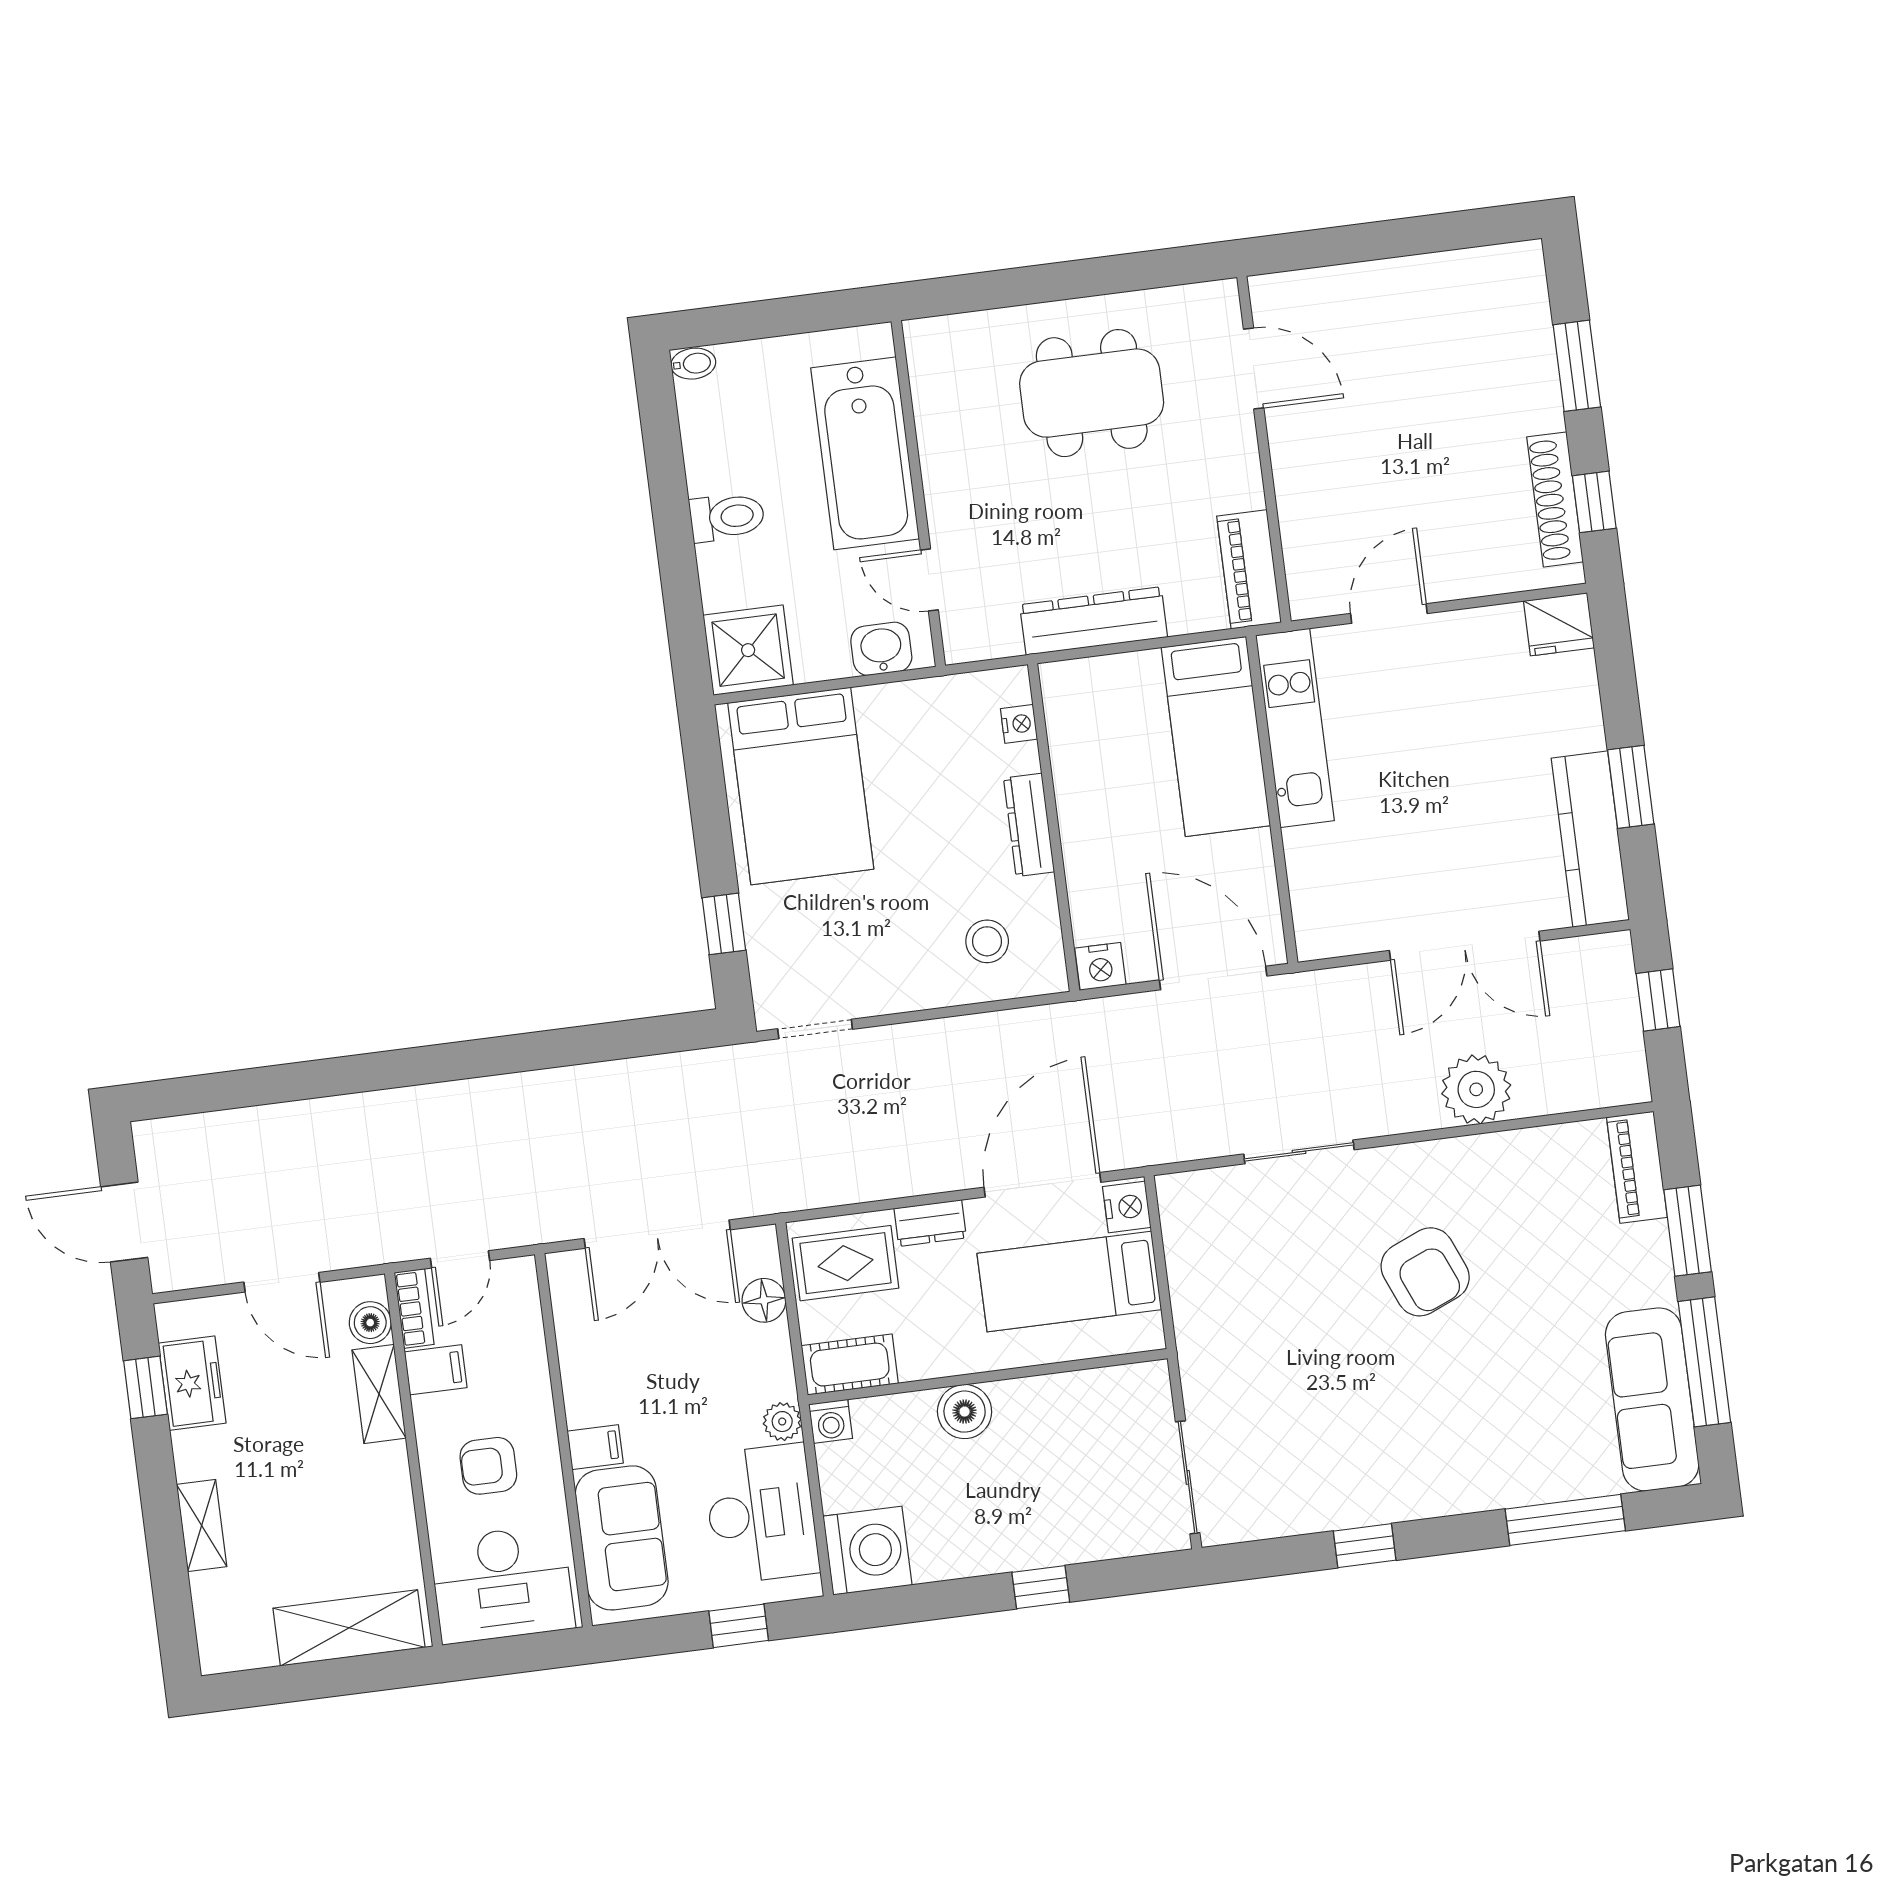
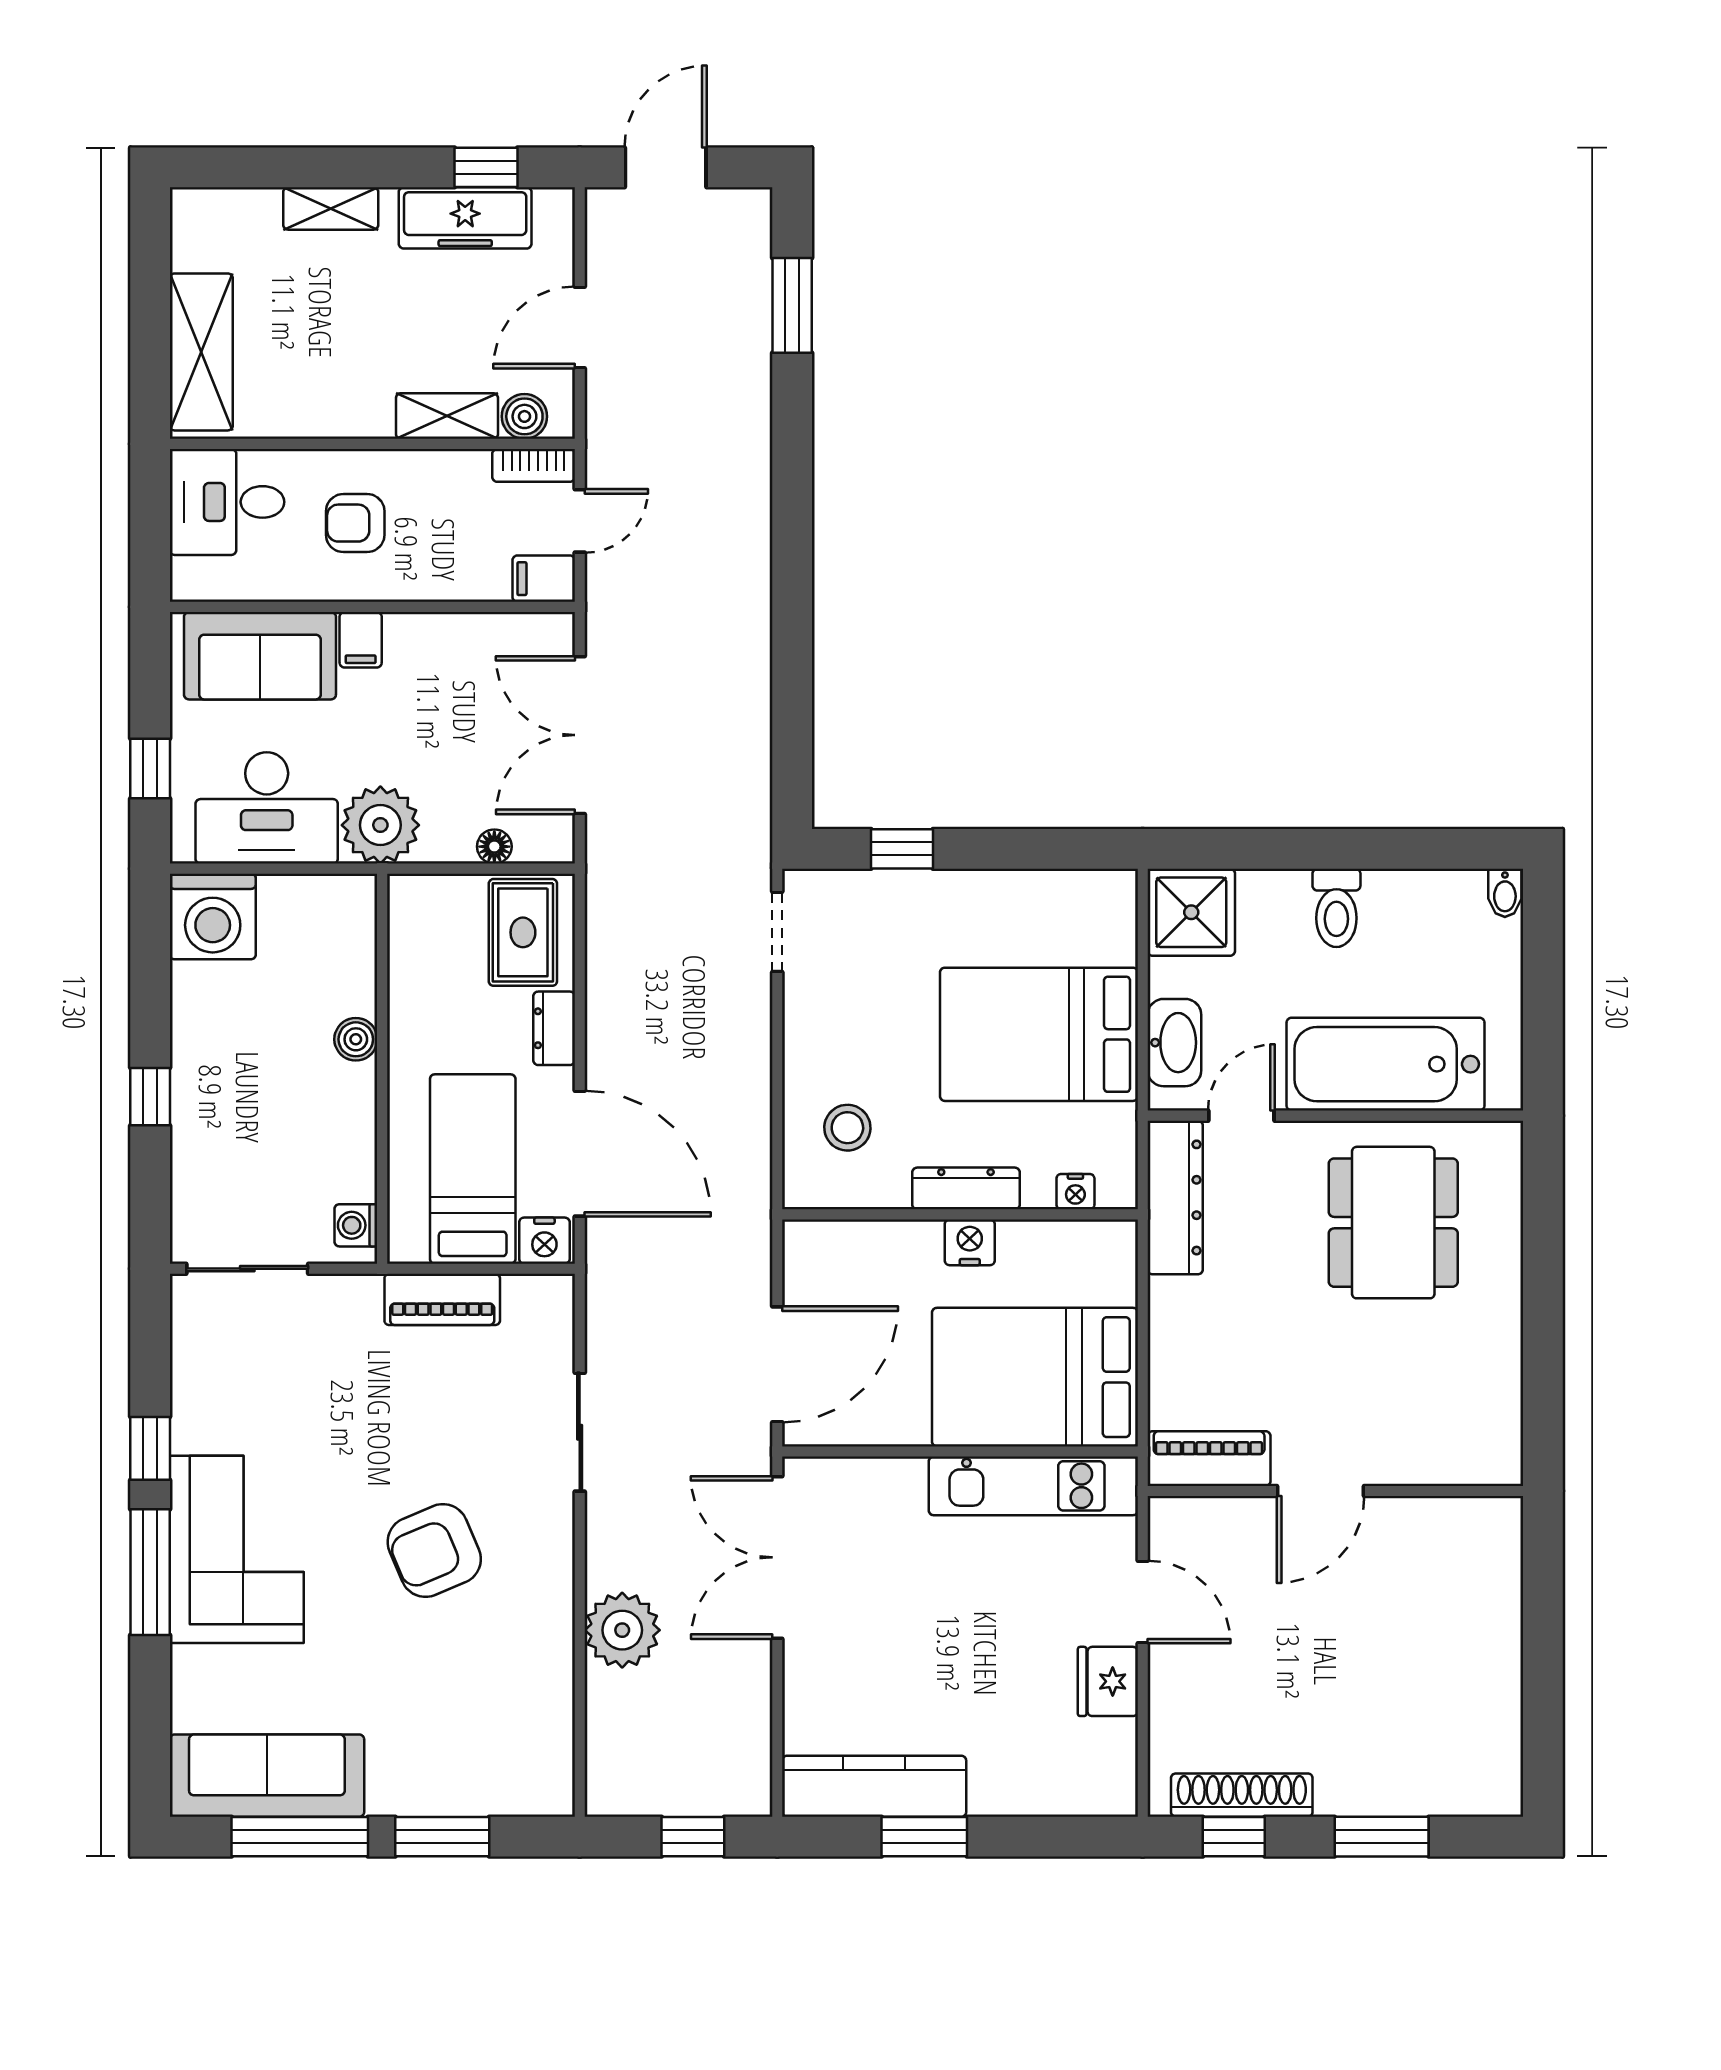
door: (1254, 368) -> (1321, 1491), moved
dining table: (1092, 393) -> (1393, 1223), moved
dresser: (1094, 621) -> (1175, 1197), moved
fridge: (1559, 624) -> (1108, 1681), moved
washbasin: (881, 649) -> (1174, 1043), width x1.38
bed: (1216, 736) -> (1035, 1377), width x1.50
bed: (801, 786) -> (1039, 1034), moved
double door: (1465, 946) -> (777, 1557), moved
nightstand: (1100, 966) -> (970, 1242), moved, turned 90
window: (236, 1089) -> (792, 305), added
piano: (1637, 1167) -> (442, 1299), moved, turned 180
door: (460, 1259) -> (580, 521), swing flipped
floor lamp: (764, 1300) -> (494, 847), width x0.73, depth x0.73
cot: (850, 1365) -> (414, 923), removed
filing cabinet: (436, 1370) -> (544, 579), moved, turned 90
freezer: (192, 1383) -> (465, 218), width x1.40
boiler: (965, 1412) -> (356, 1039), width x0.73, depth x0.73
washing machine: (831, 1421) -> (356, 1225), moved
plant: (782, 1422) -> (380, 825), width x1.88, depth x1.88
corner sofa: (1447, 1454) -> (237, 1549), added
armchair: (488, 1466) -> (355, 523), turned -90
window: (1565, 1520) -> (150, 1572), moved
desk: (502, 1584) -> (227, 502), width x0.73

